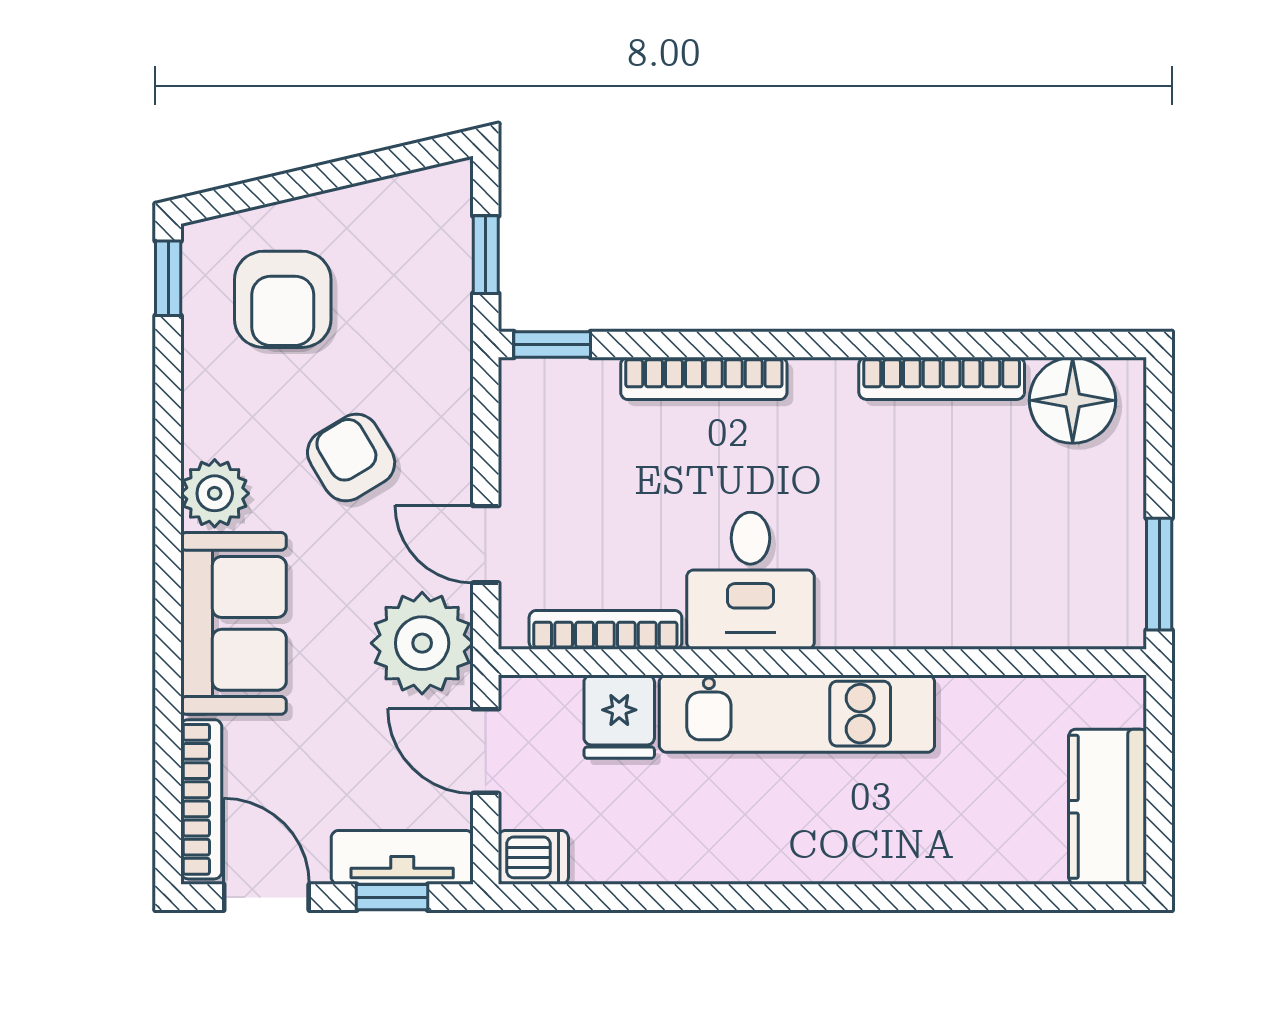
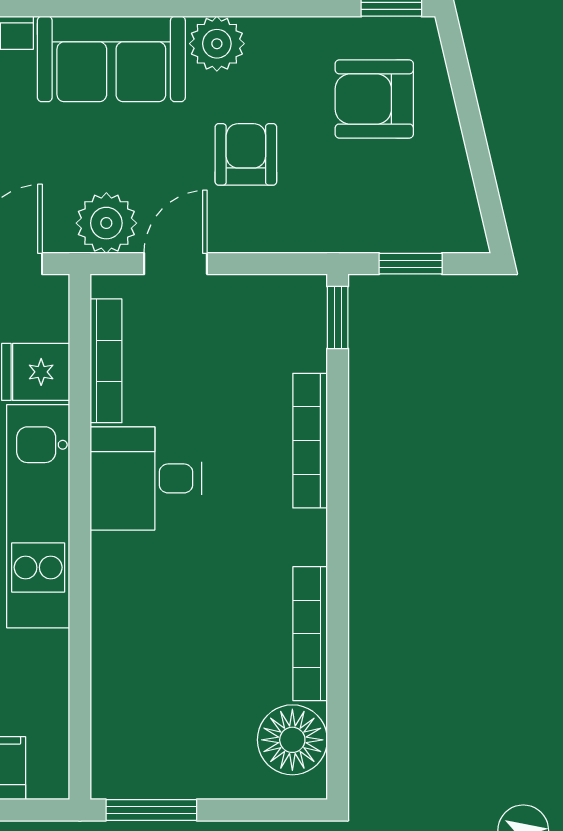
armchair: (351, 458) -> (246, 154), turned -59
plant: (422, 643) -> (106, 223), width x0.73, depth x0.73

